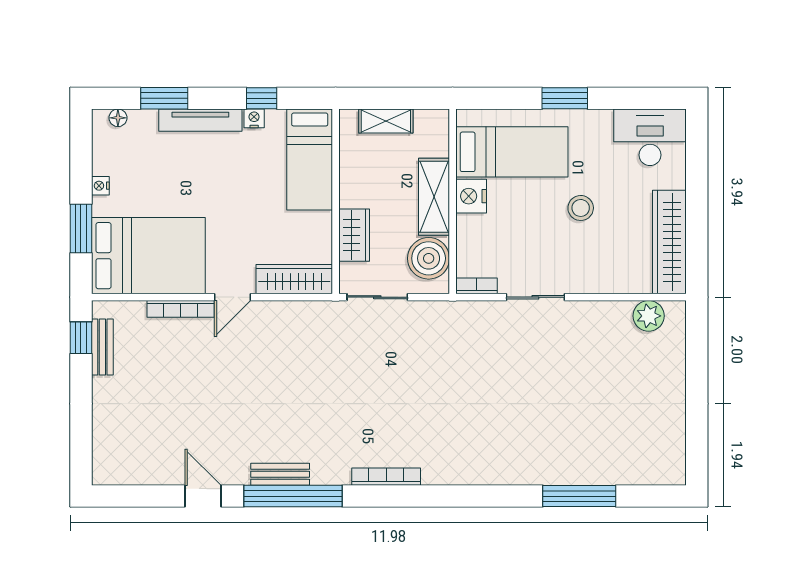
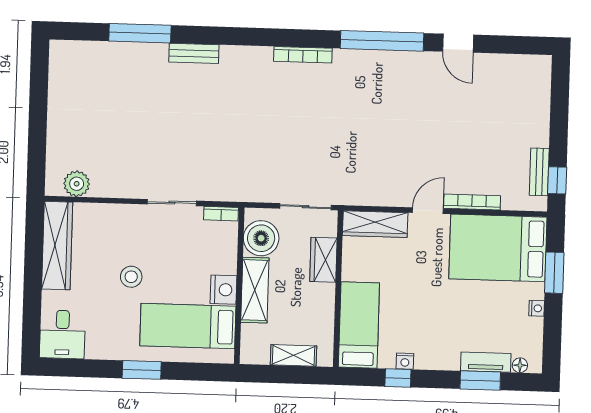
tv unit: (200, 120) -> (486, 362), moved, width x0.71
desk: (650, 137) -> (62, 334), width x0.73
bench: (280, 474) -> (194, 53), moved

